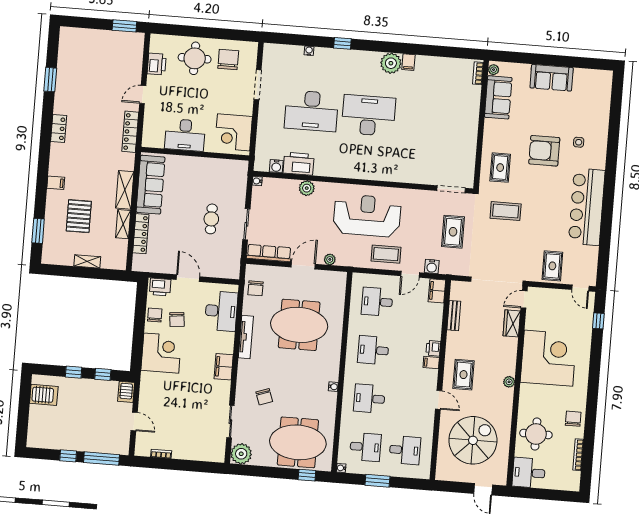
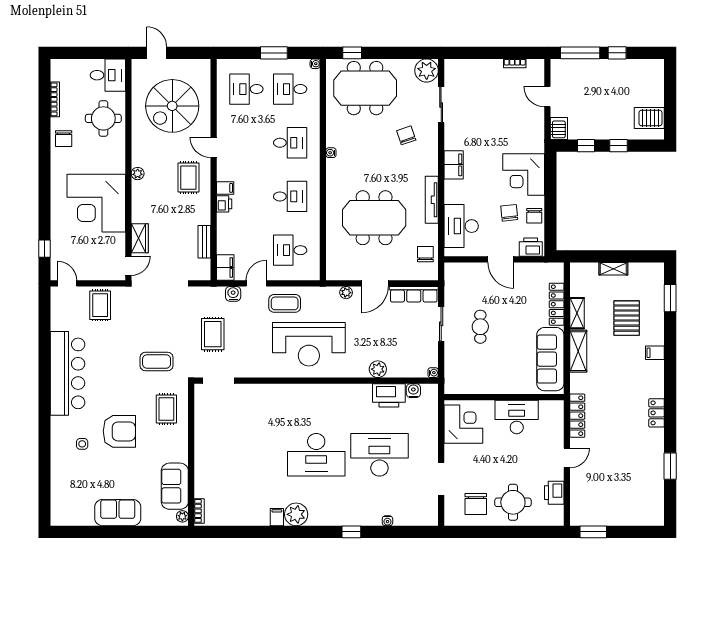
desk: (377, 302) -> (290, 250), turned 180

